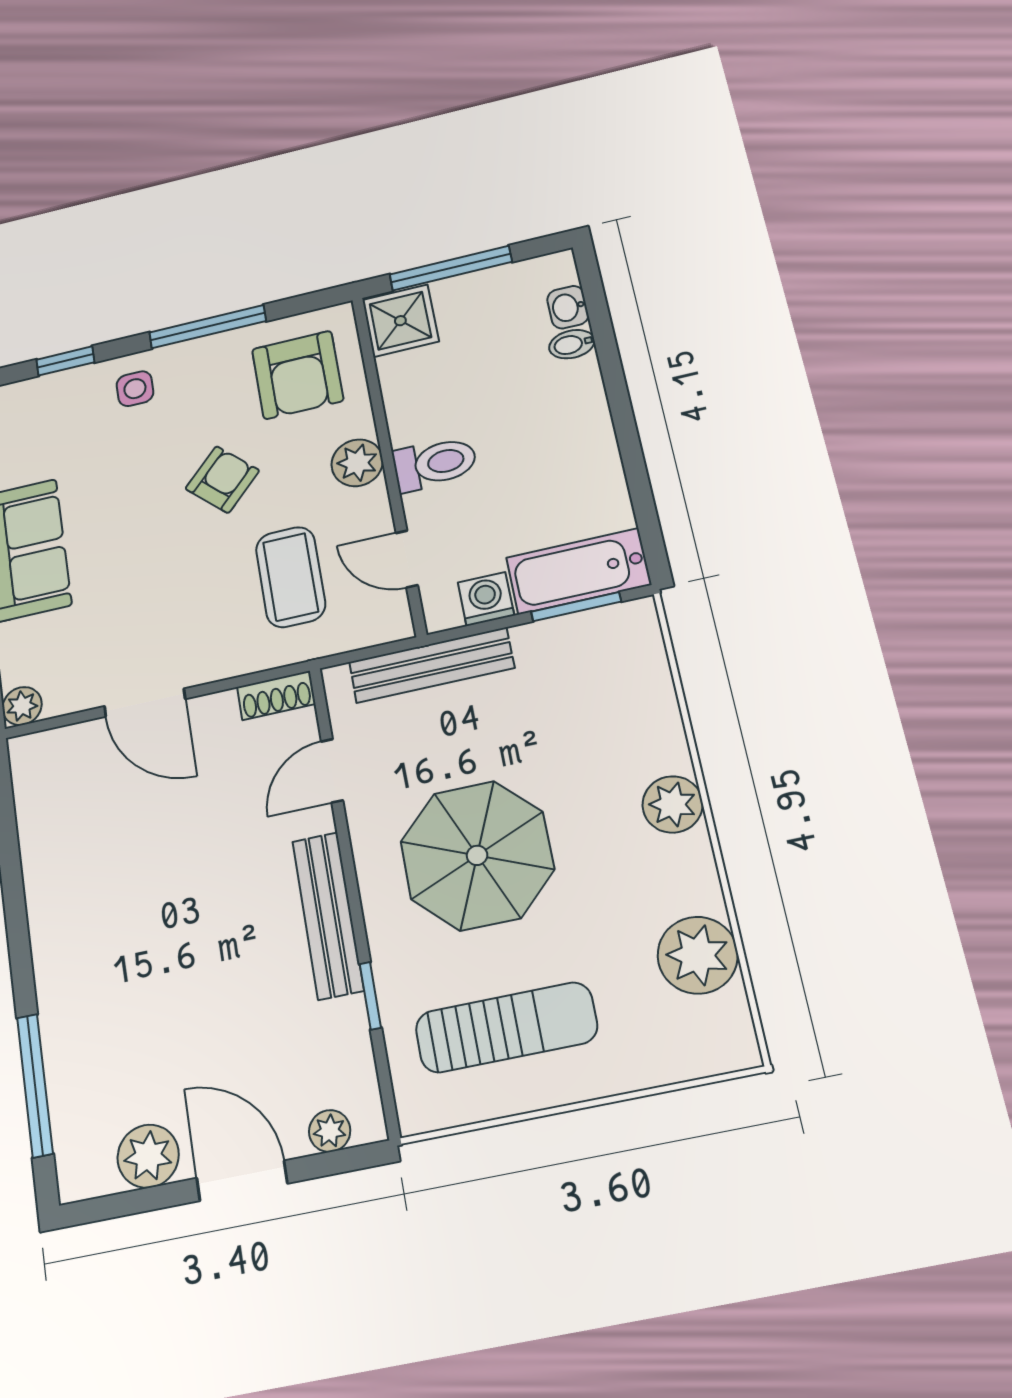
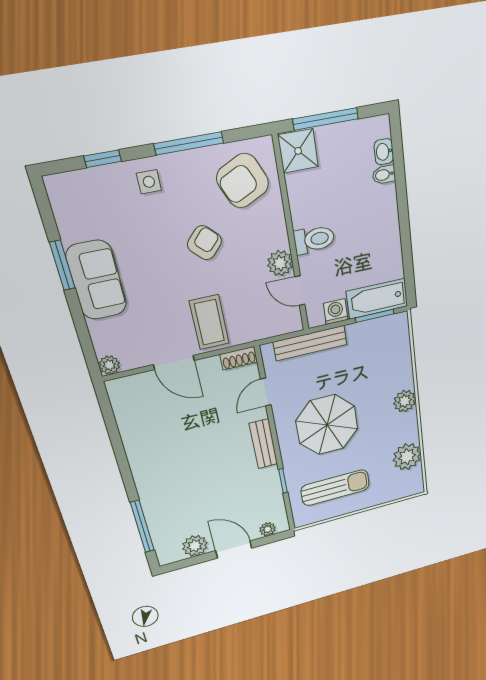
armchair: (298, 375) -> (243, 181), turned 65
plant: (357, 463) -> (280, 263), moved
coffee table: (291, 577) -> (209, 322), moved
bench: (328, 915) -> (263, 444), width x0.73

